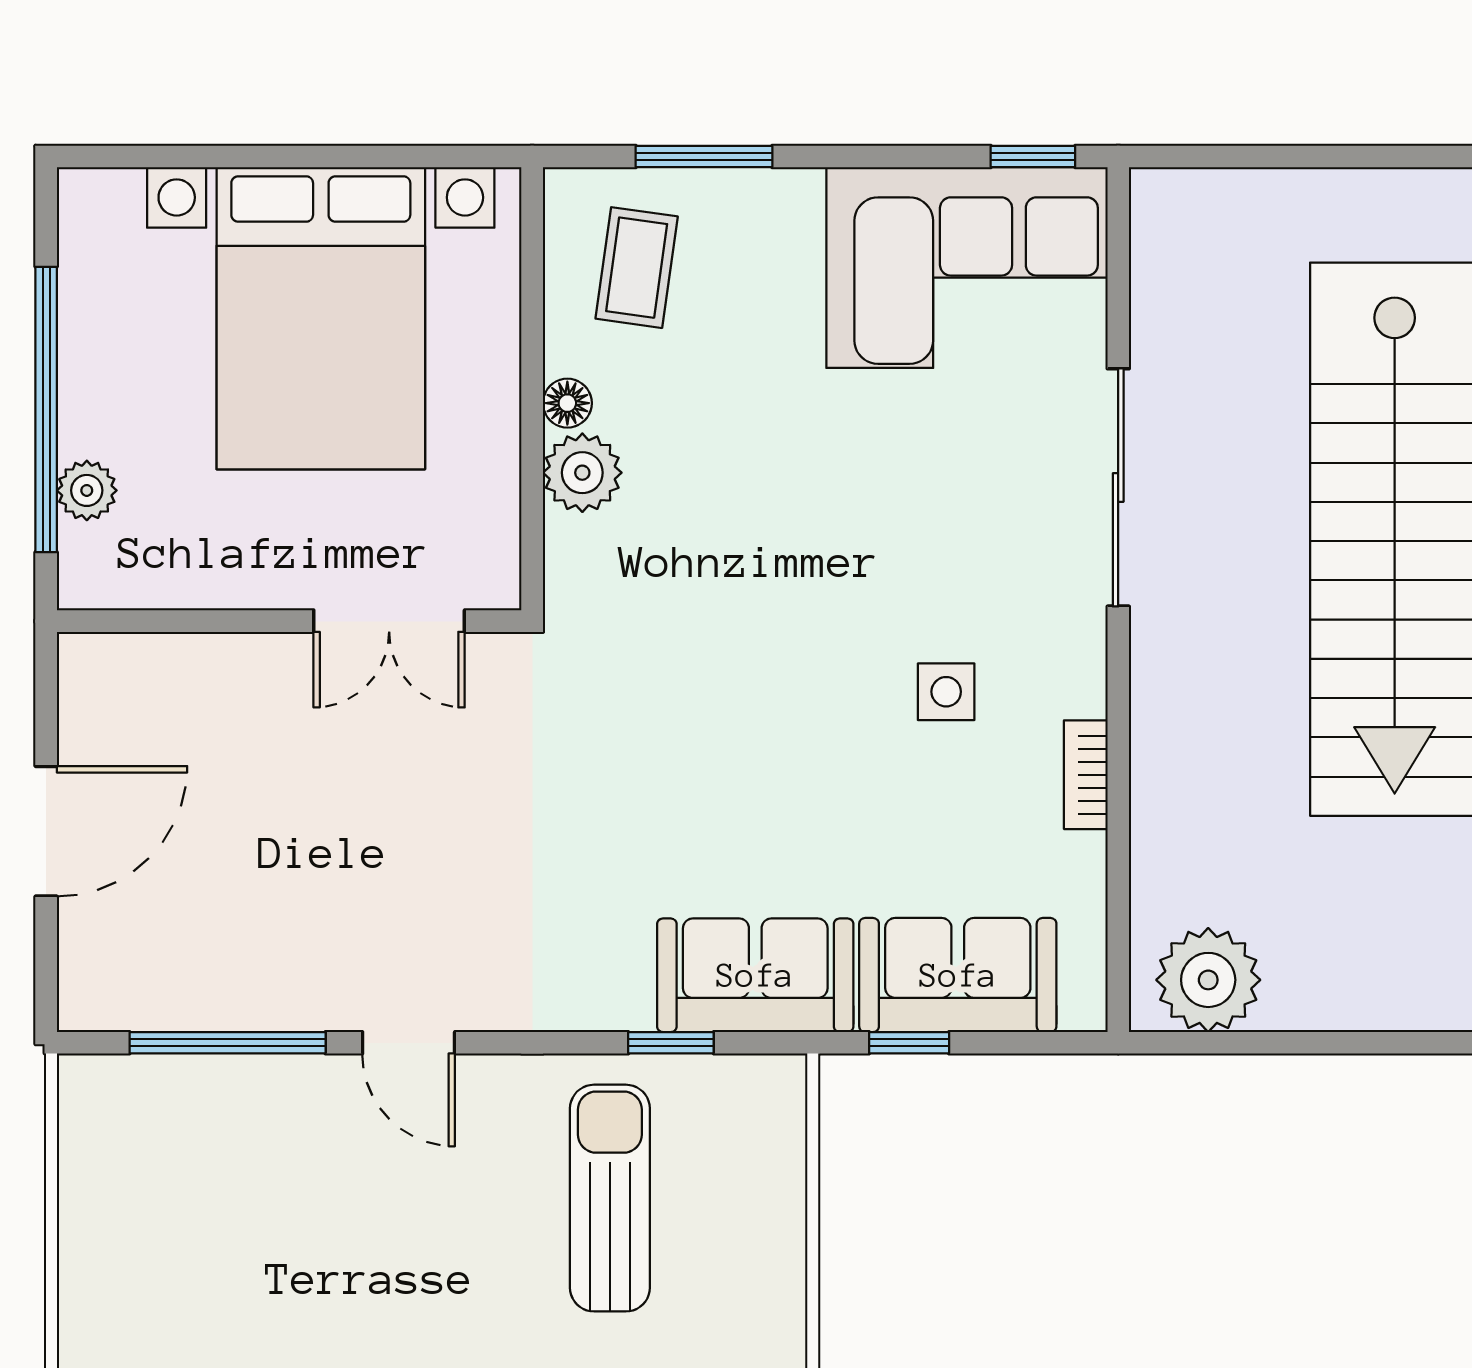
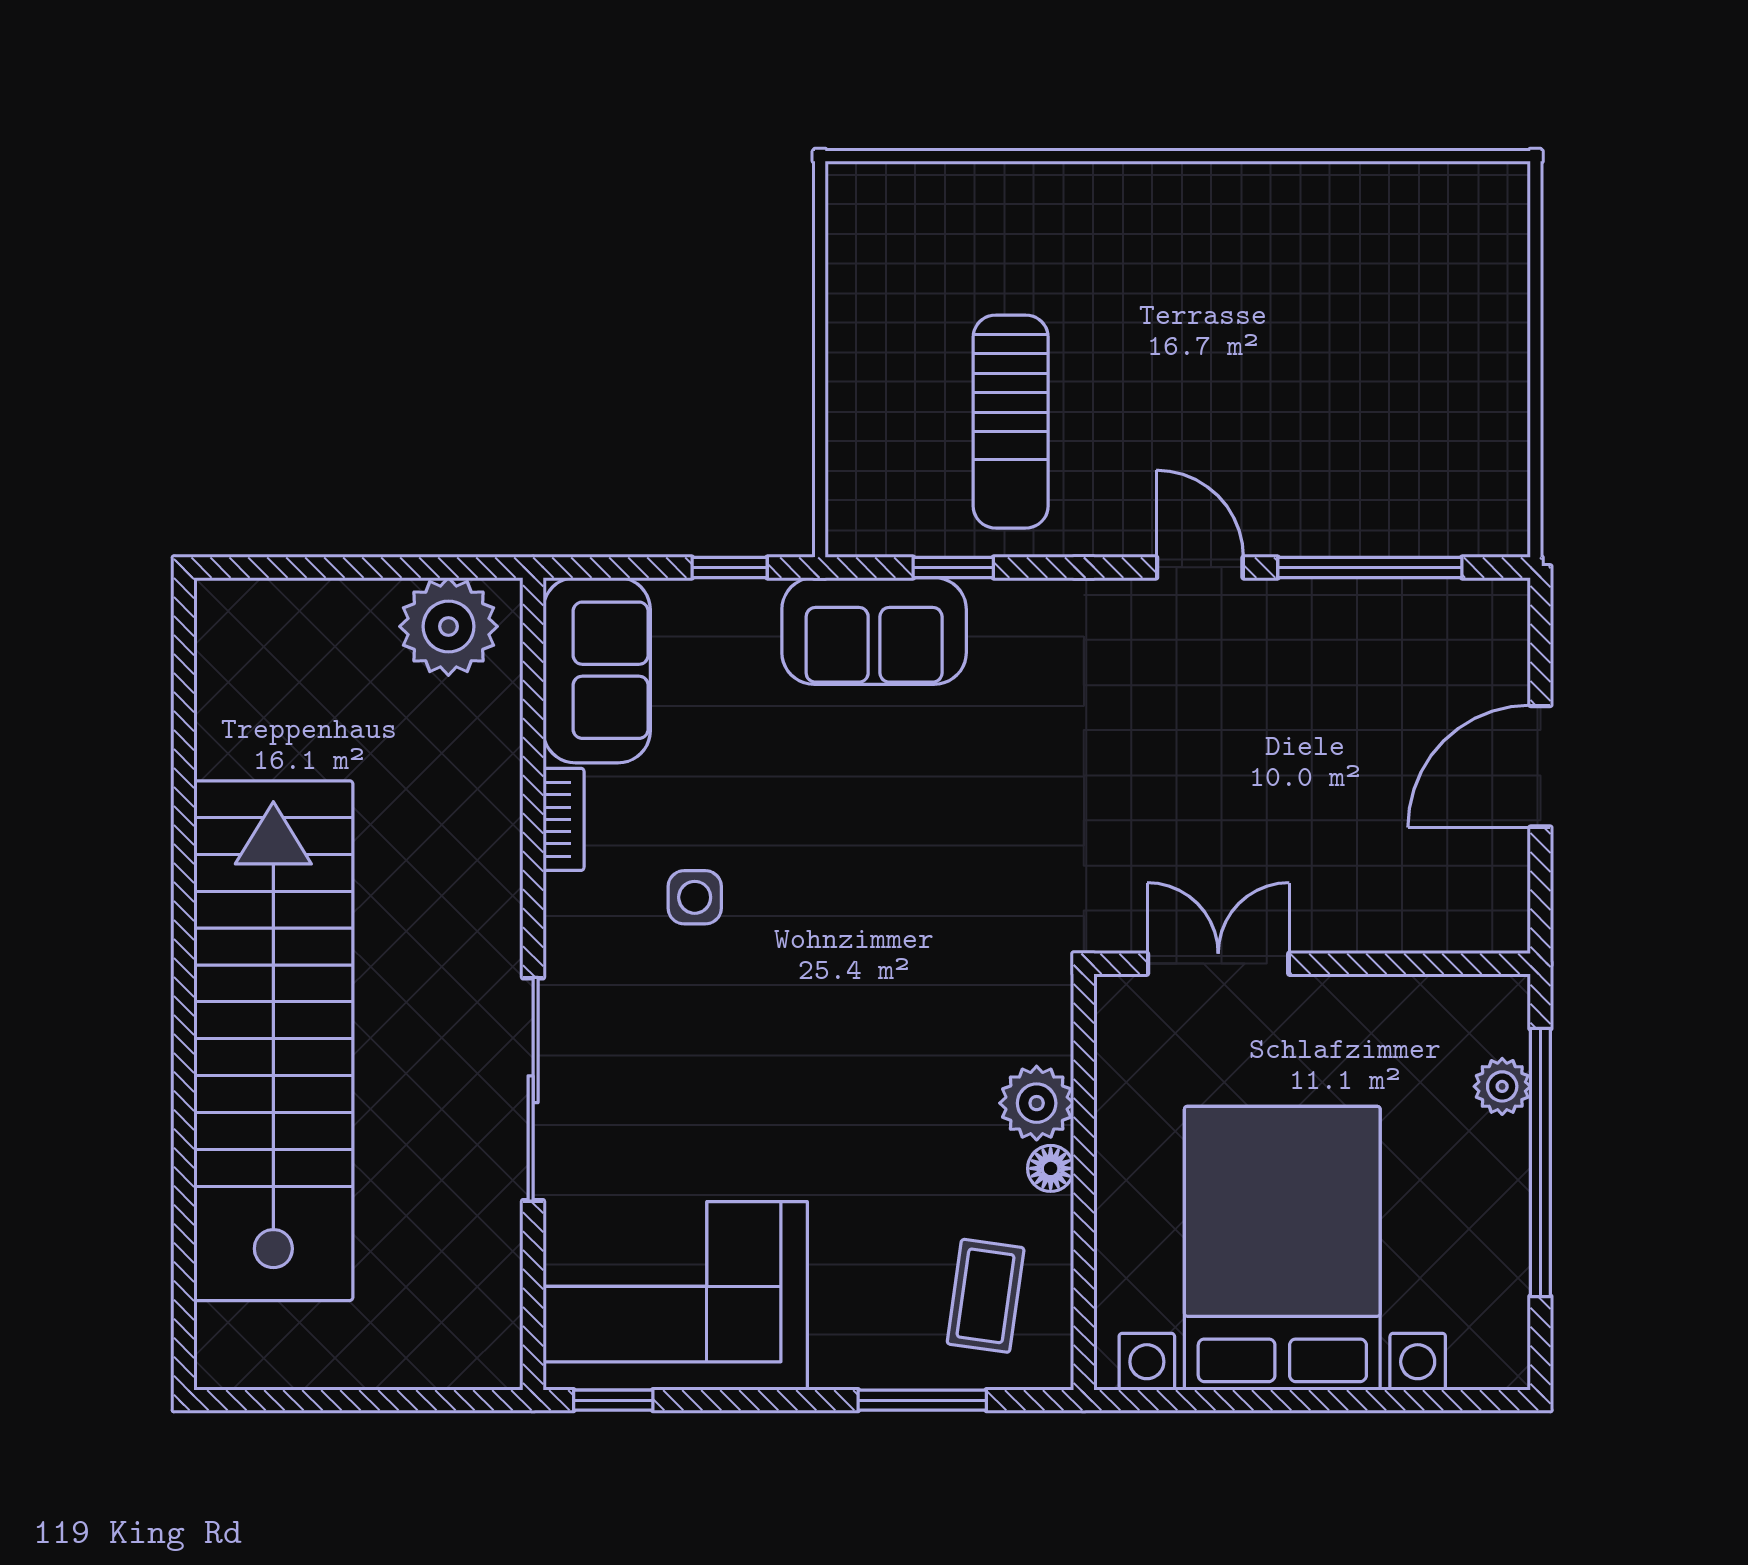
sofa: (958, 975) -> (597, 670), moved, turned -90

